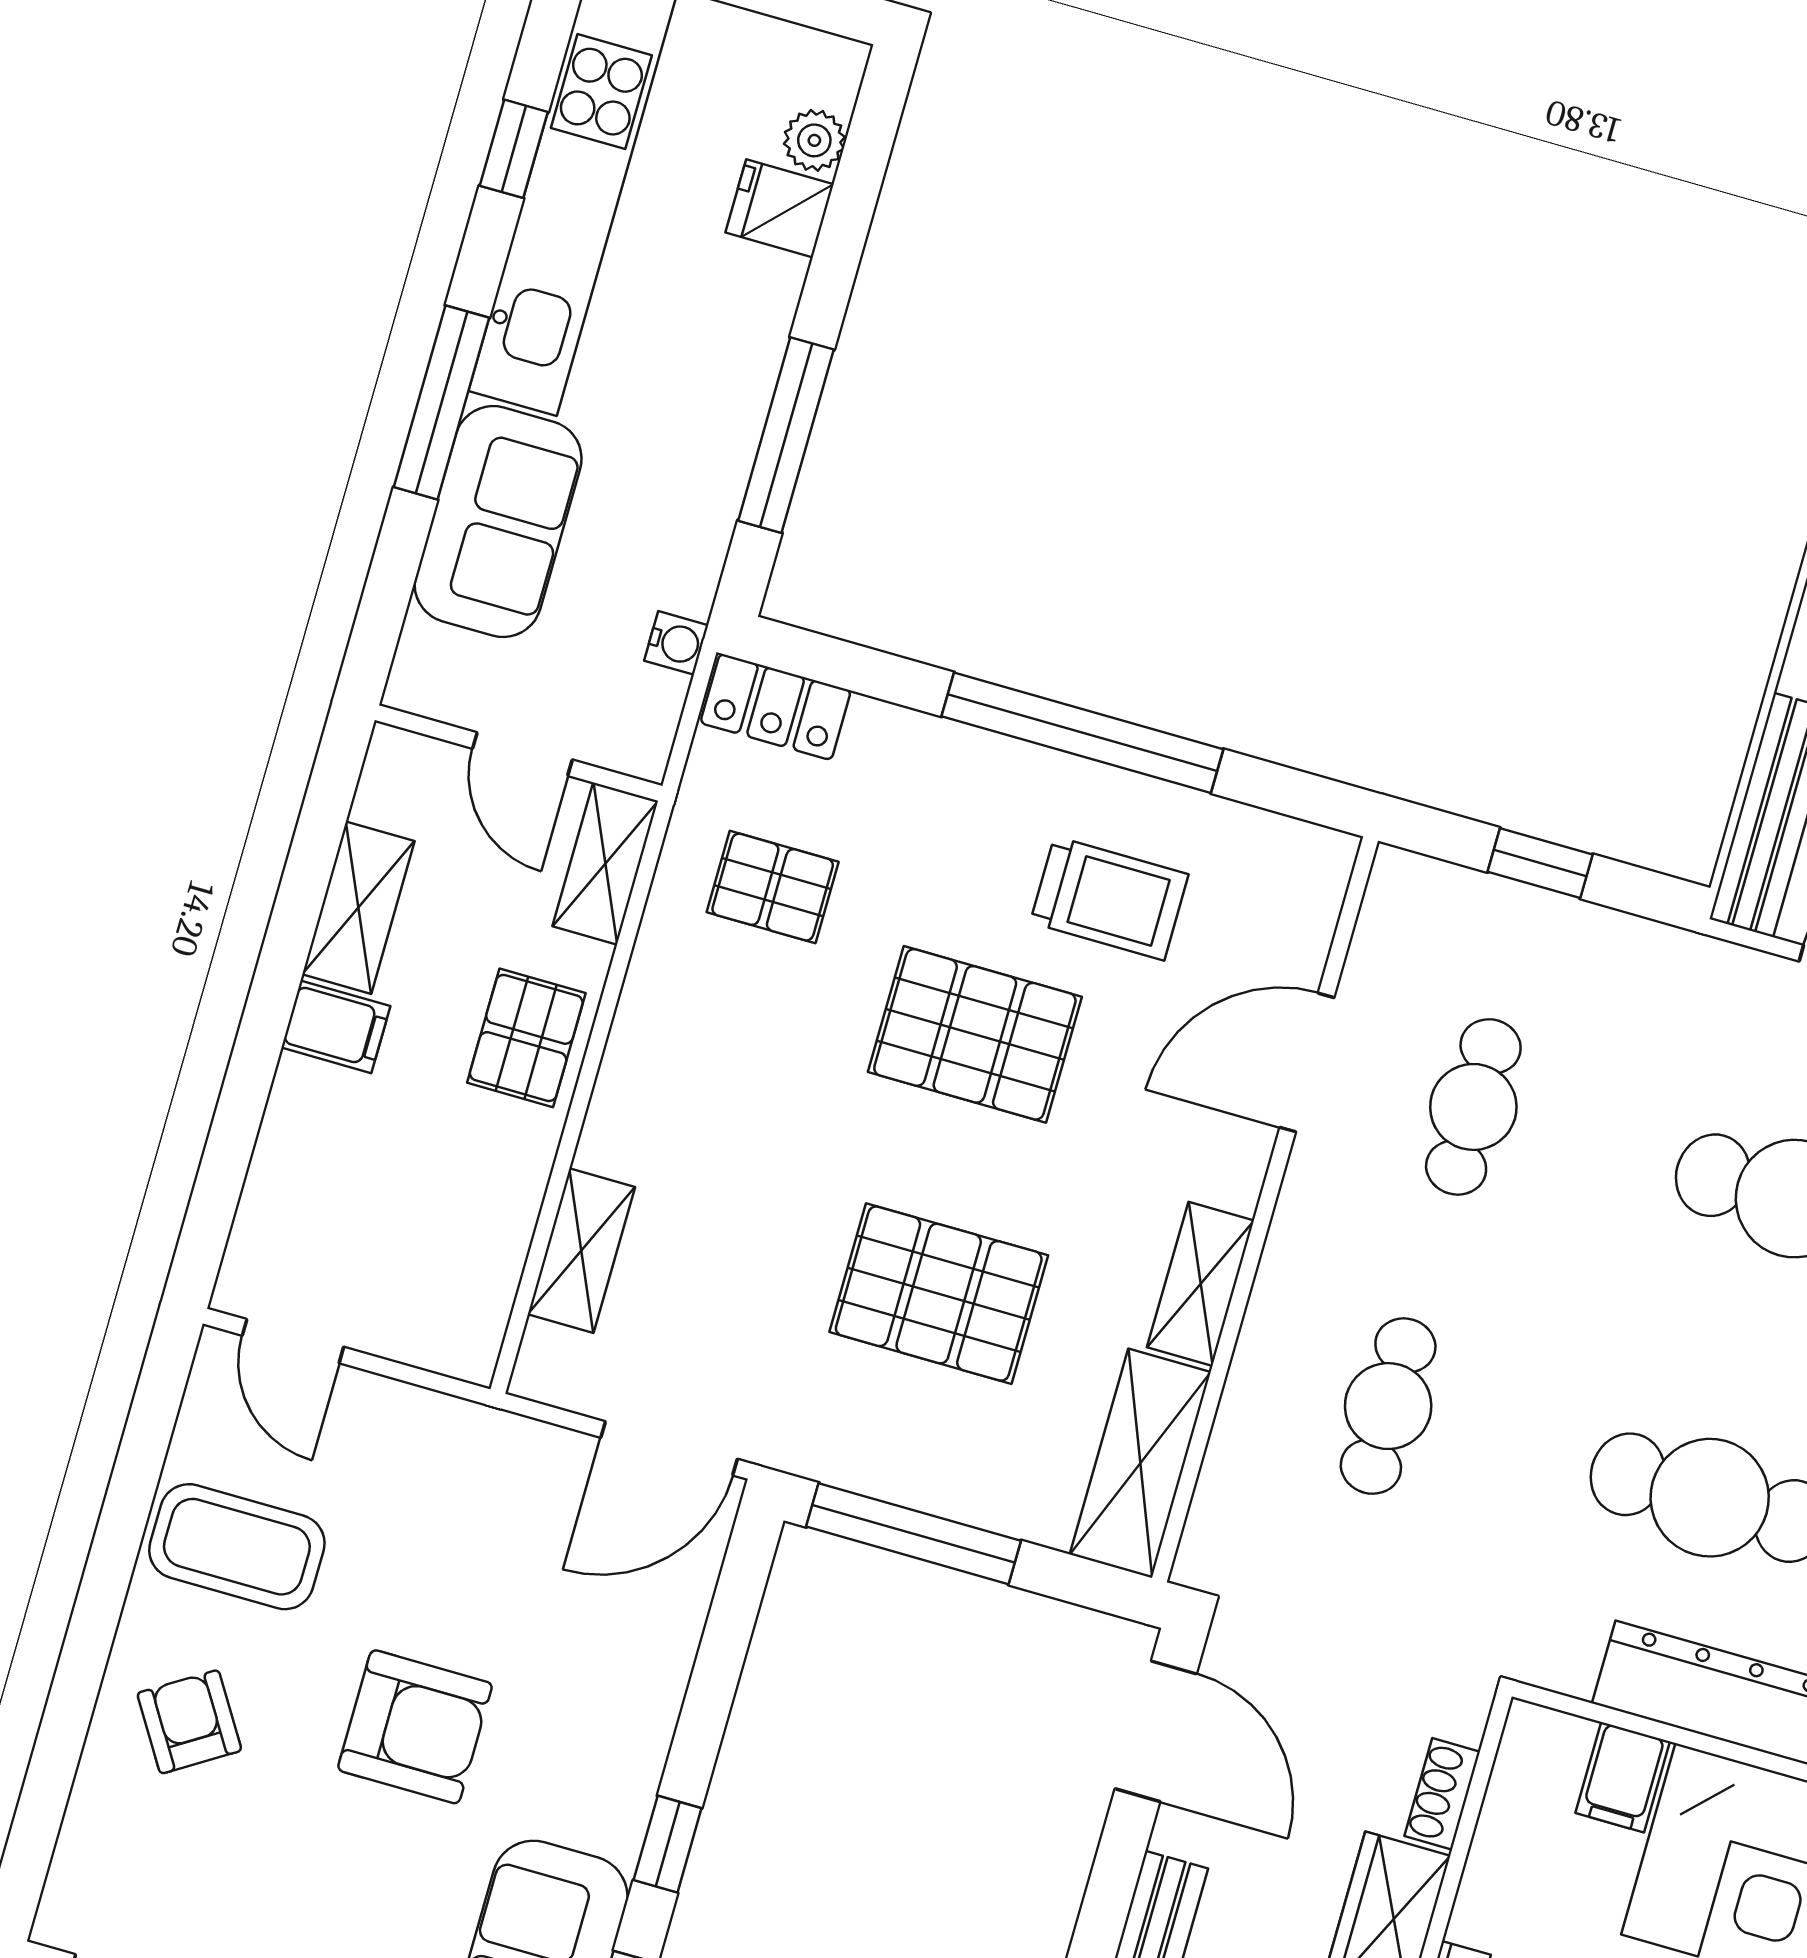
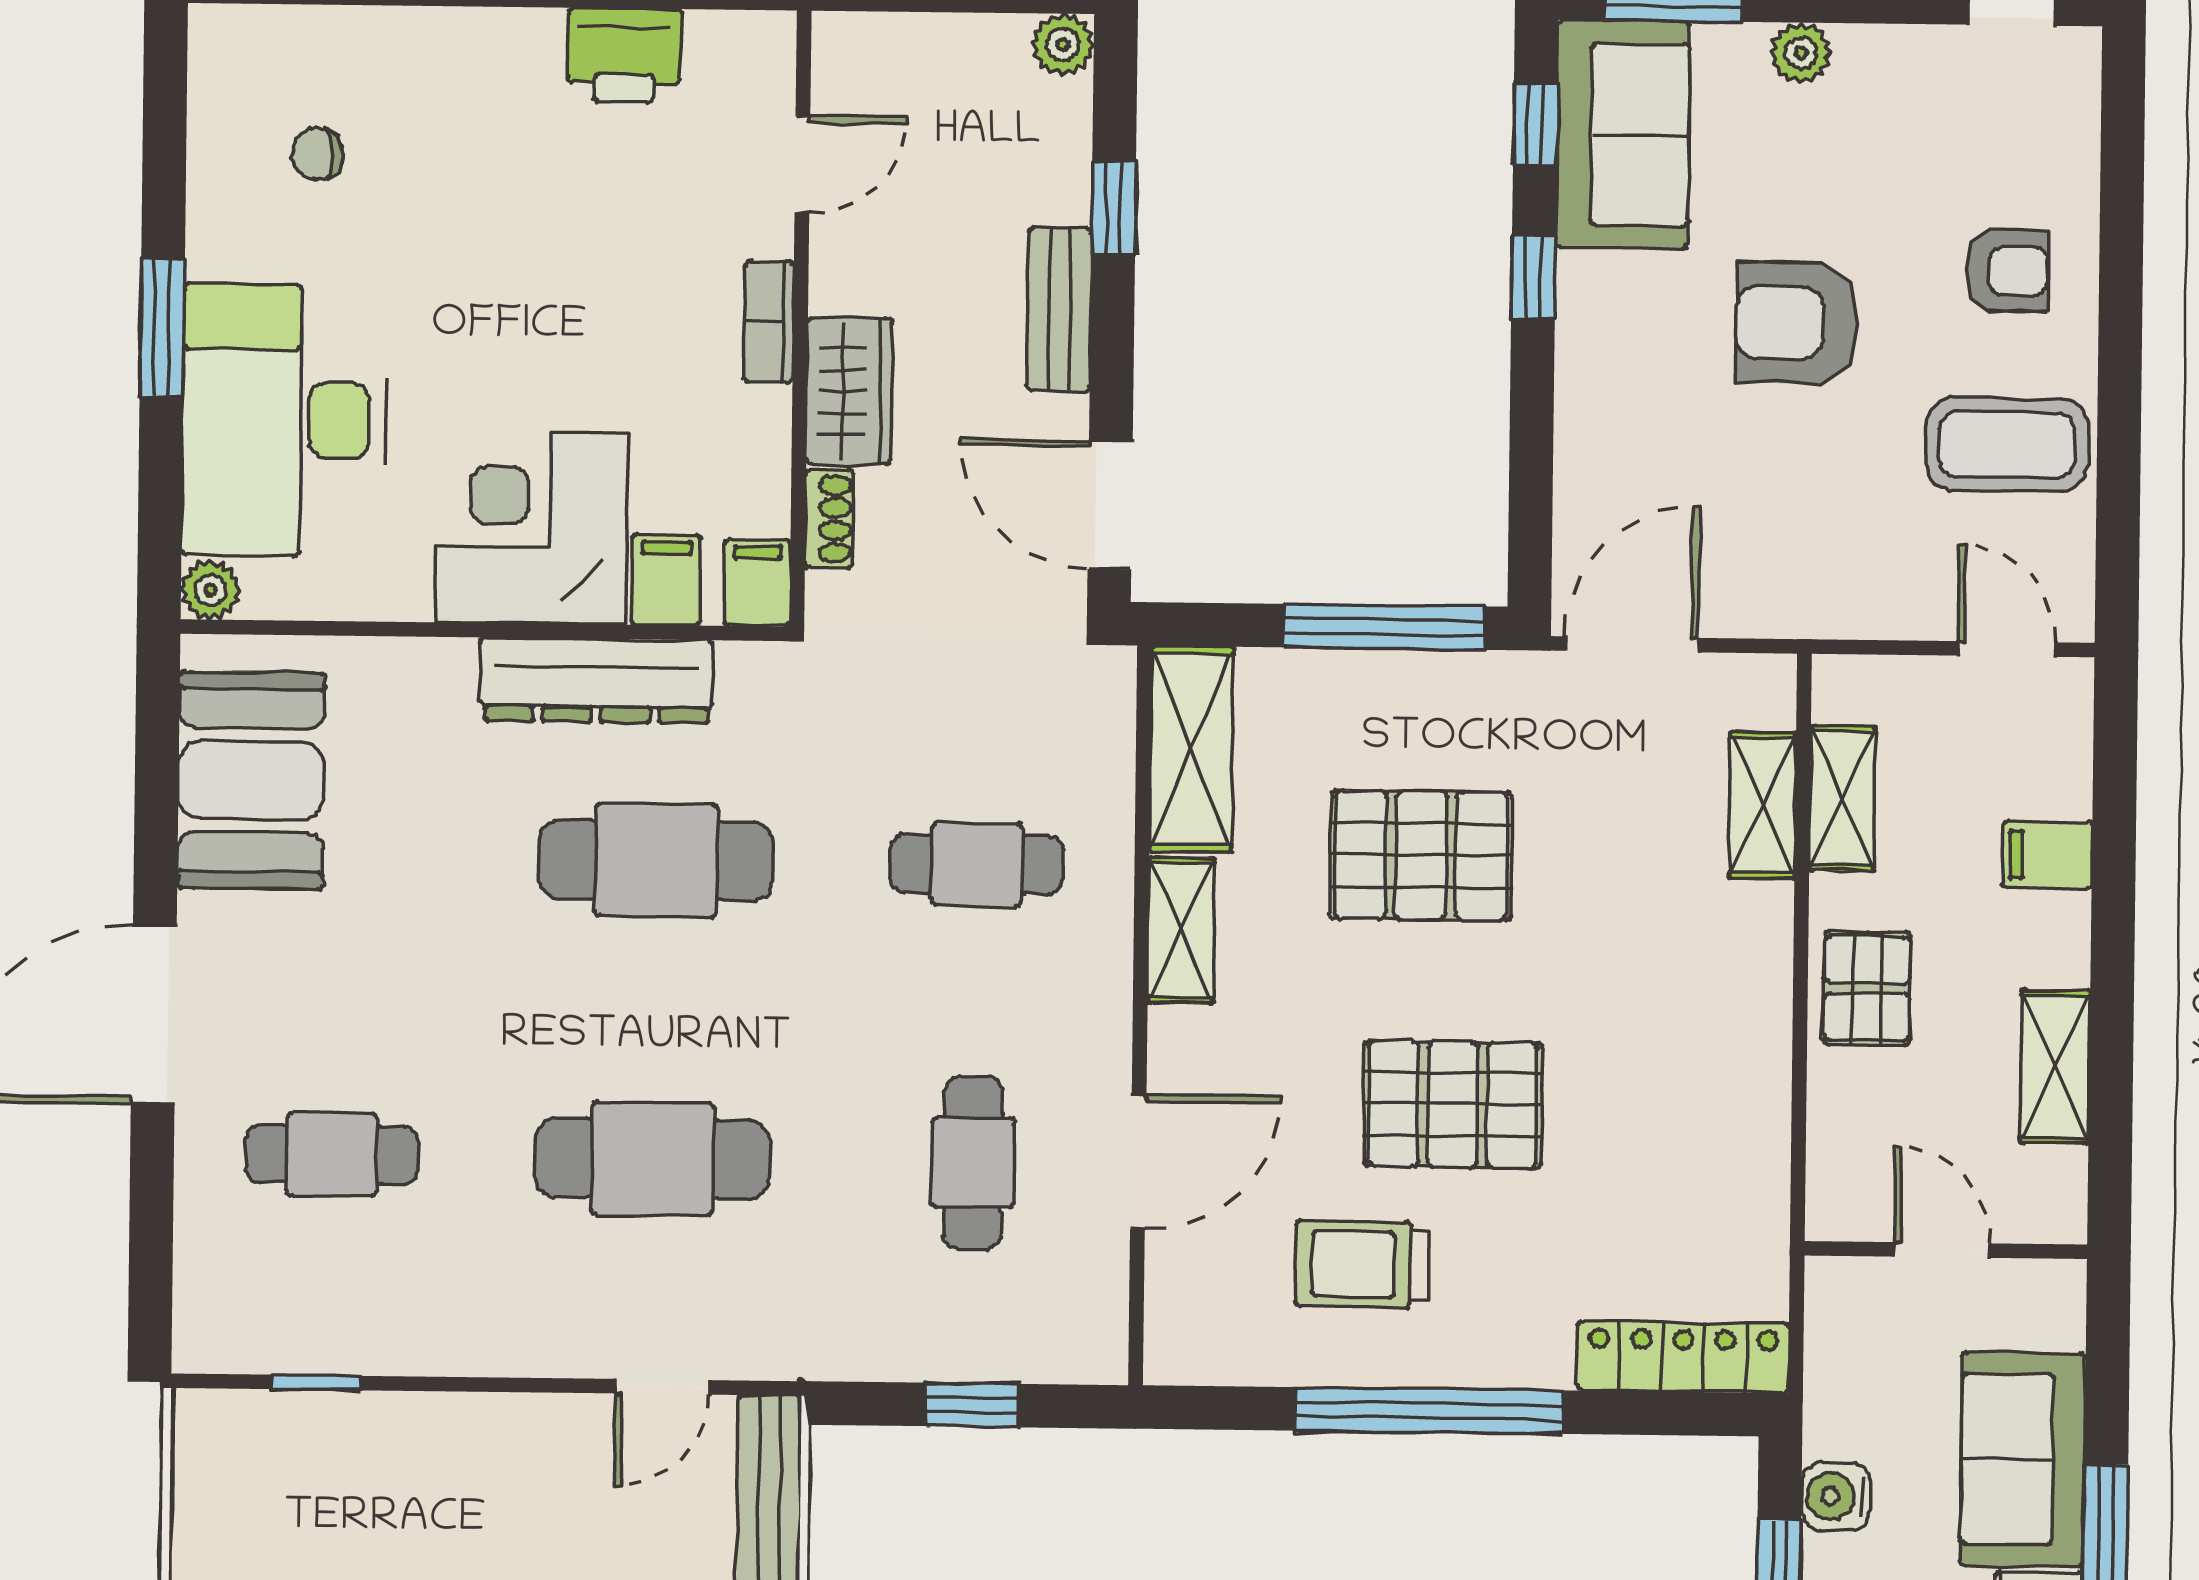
water cooler: (676, 643) -> (1836, 1496), moved, width x1.38, depth x1.38
locker: (776, 707) -> (1683, 1357), width x1.53
shelving: (605, 863) -> (1842, 798), moved
pallet: (773, 887) -> (1677, 1190), removed
filing cabinet: (336, 1027) -> (2047, 855), moved
cafe table: (1388, 1406) -> (977, 864), turned 90
armchair: (189, 1722) -> (2007, 271), turned -58
filing cabinet: (1532, 1749) -> (757, 583), added

